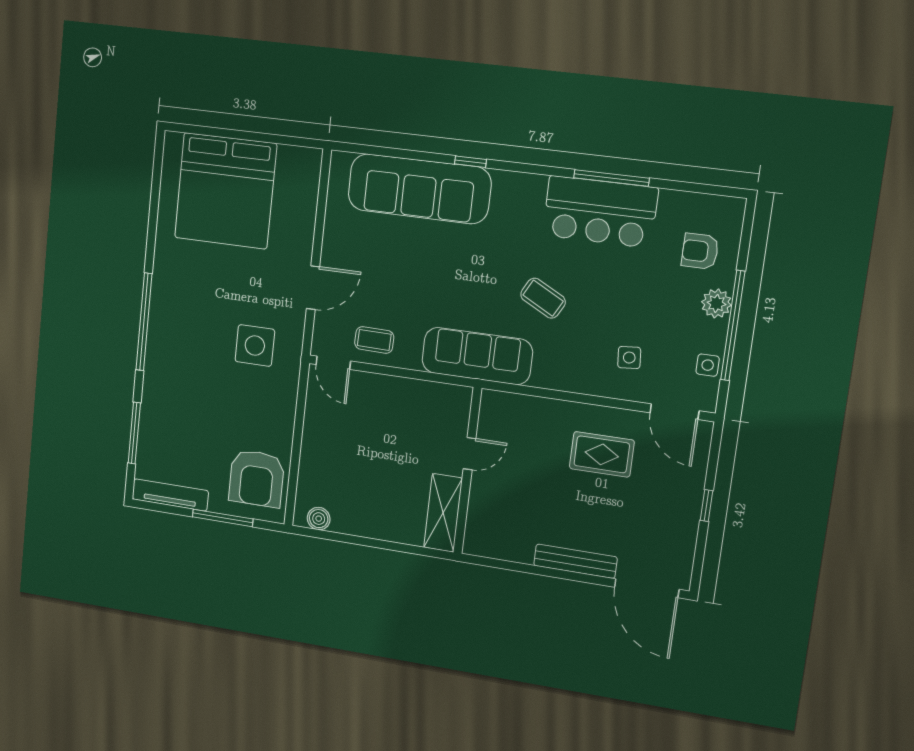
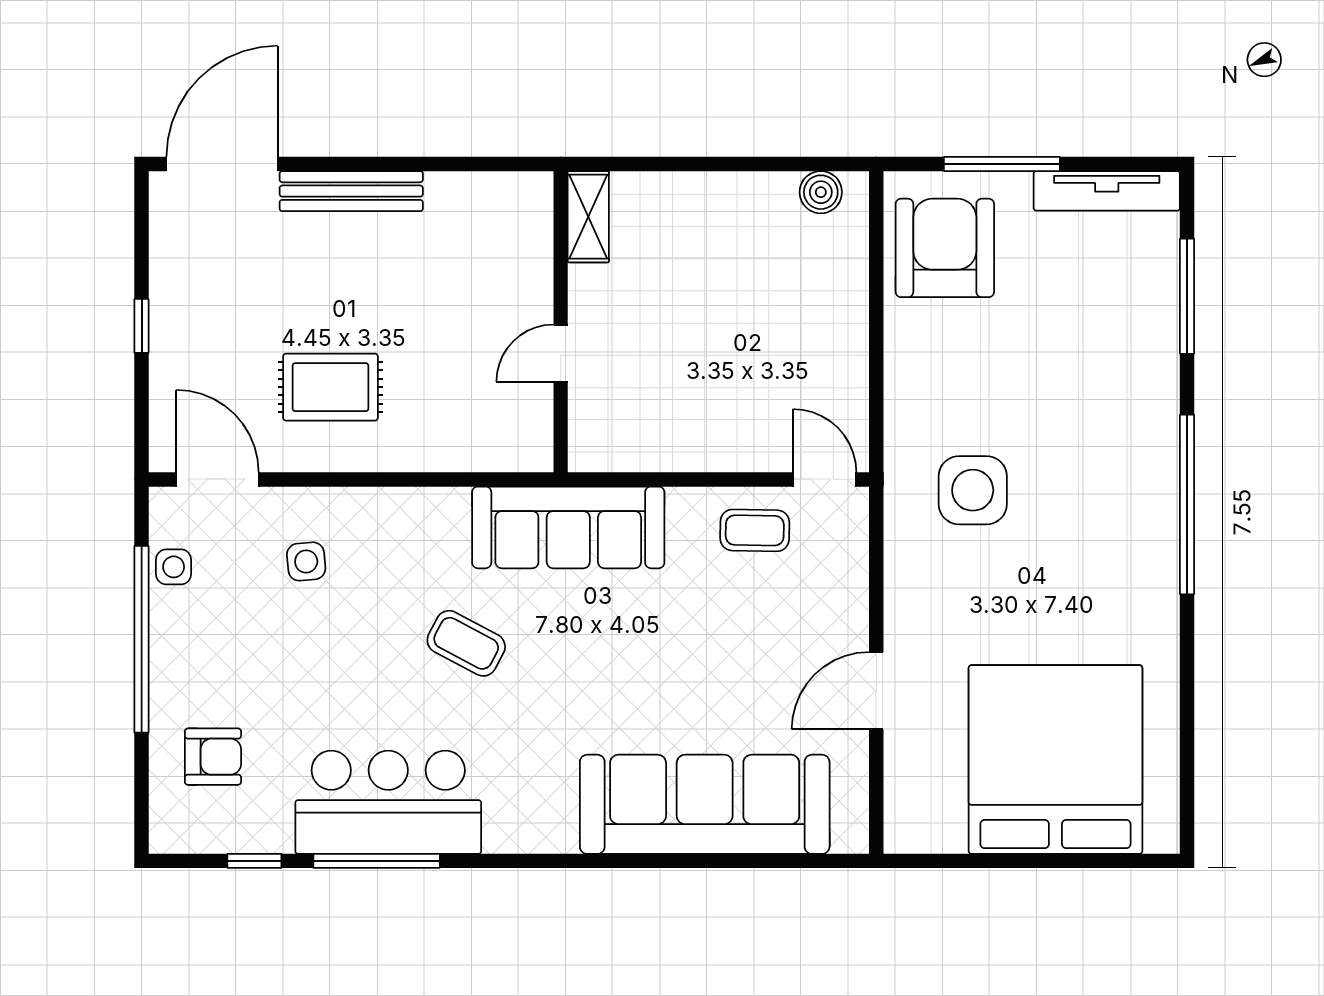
window: (471, 162) -> (254, 861), moved
door: (313, 288) -> (876, 691), moved
plant: (716, 303) -> (174, 673), removed
shelving: (443, 513) -> (588, 217), width x0.67, depth x0.75
door: (647, 588) -> (222, 164), hinge flipped

